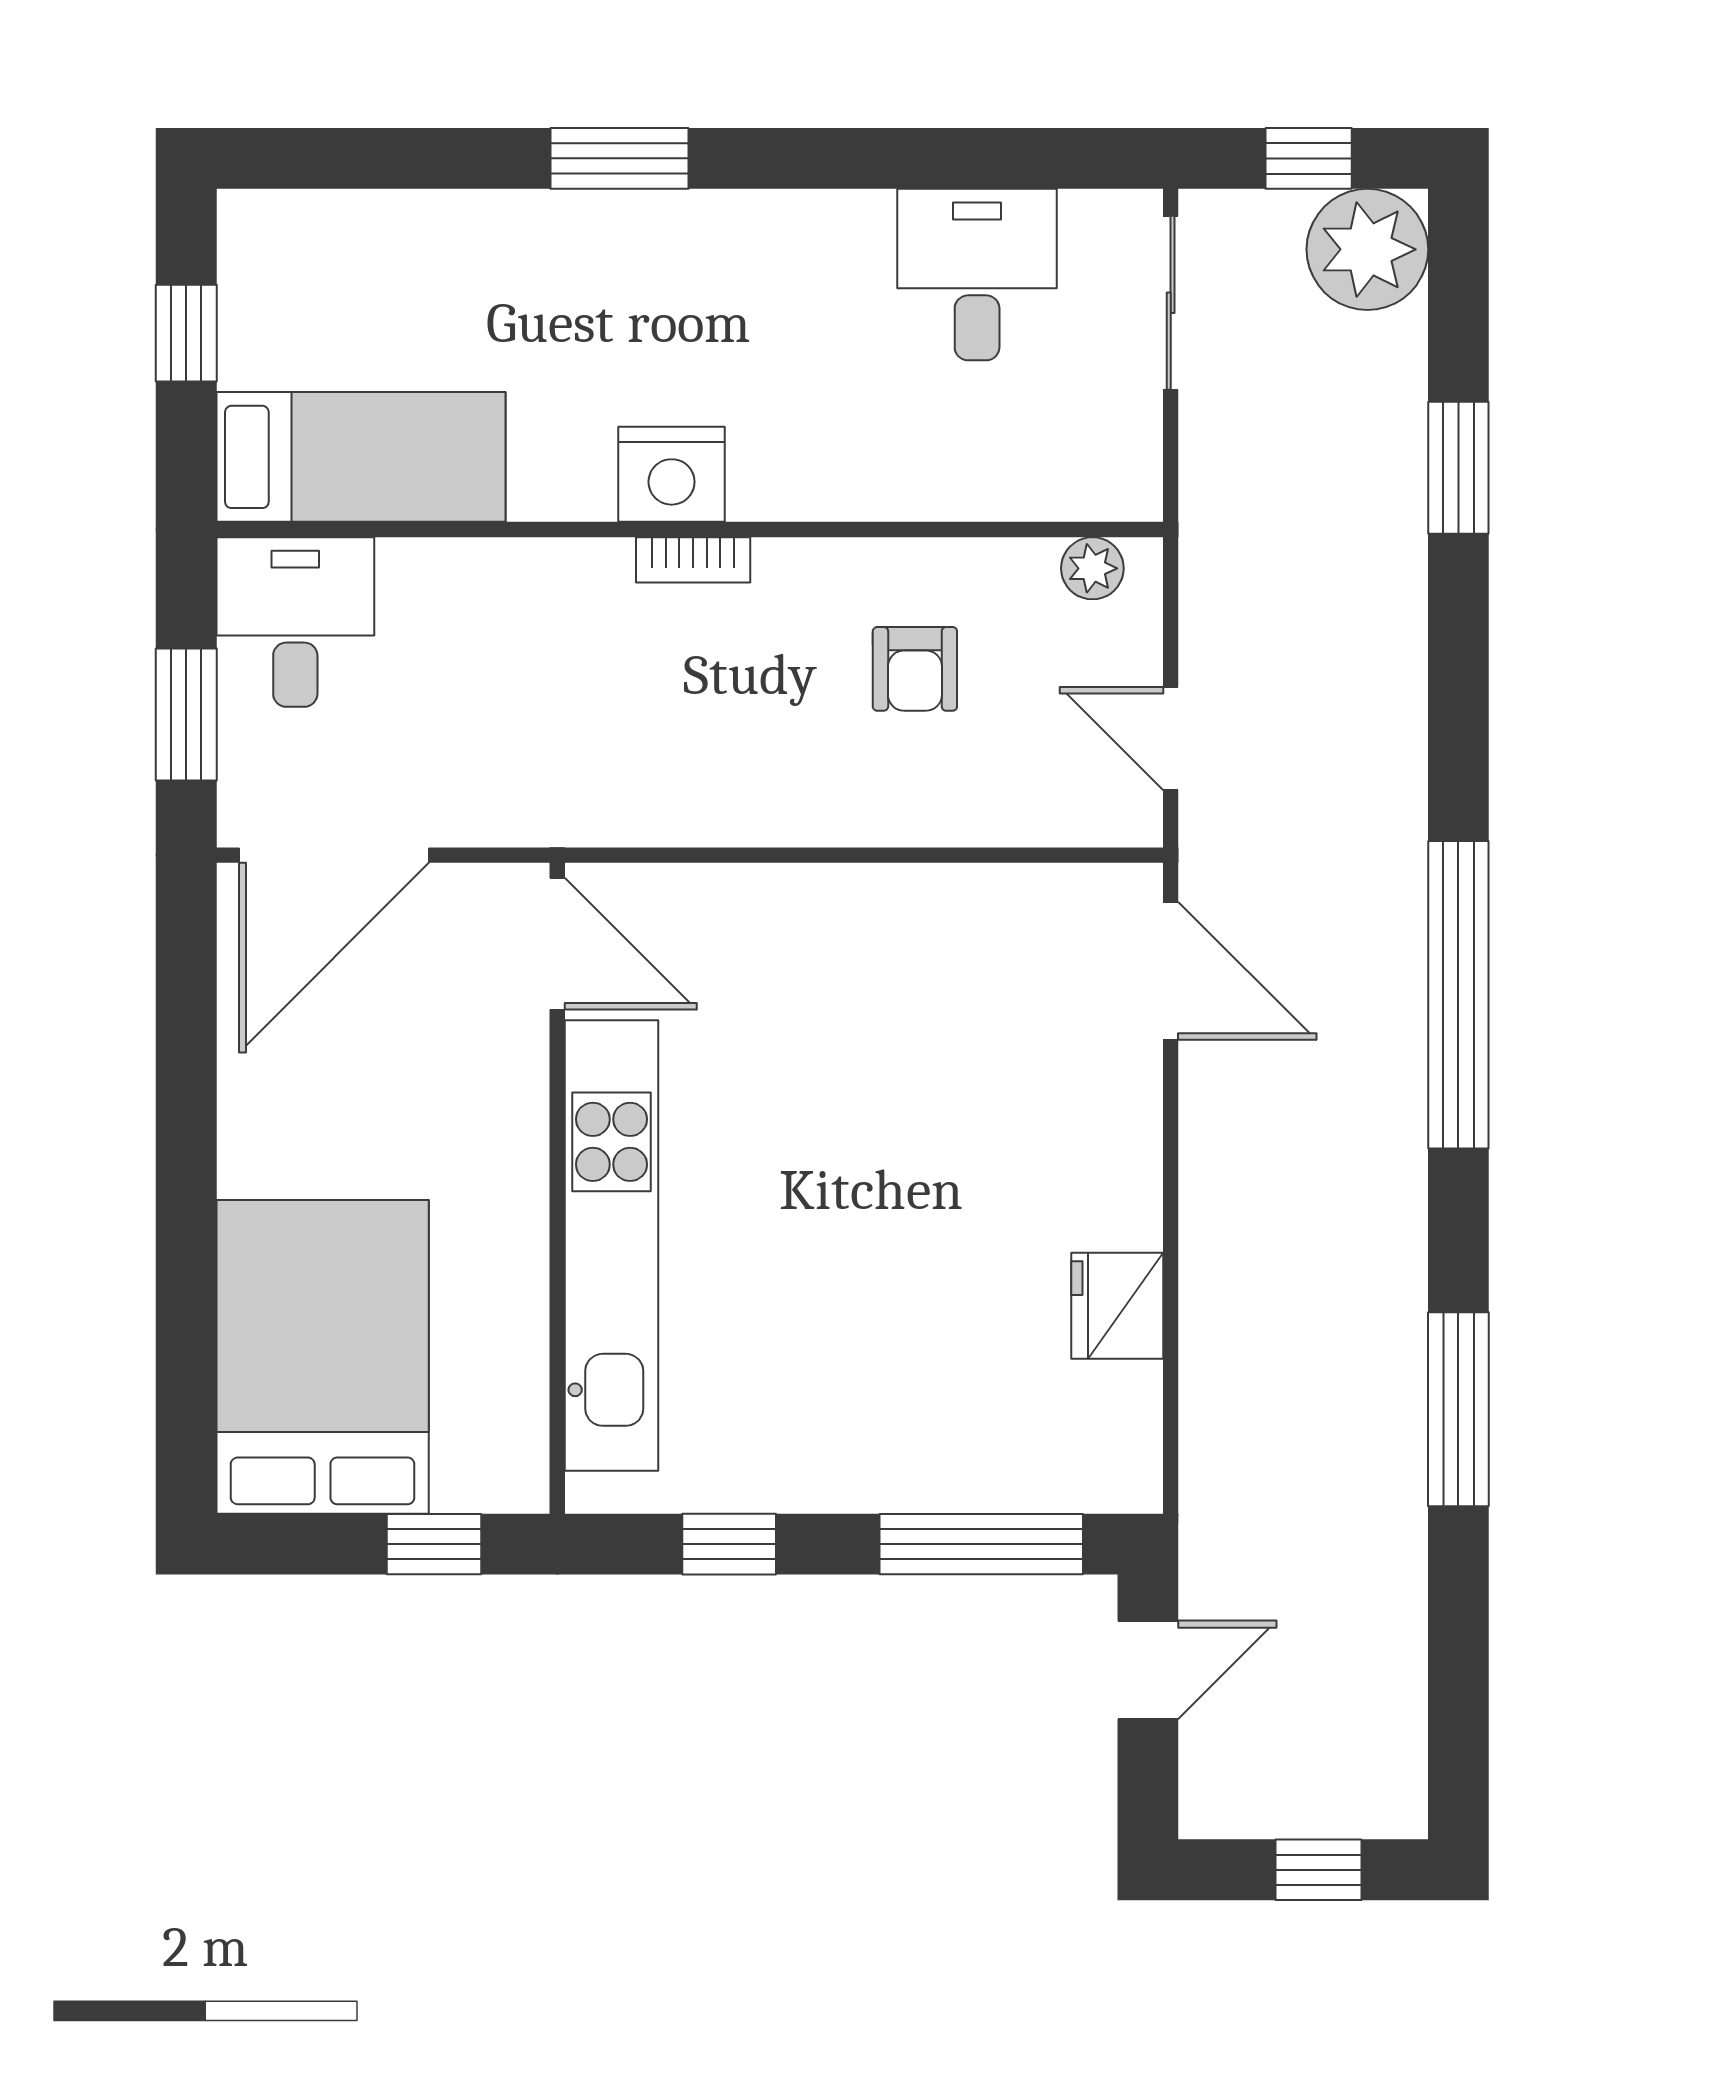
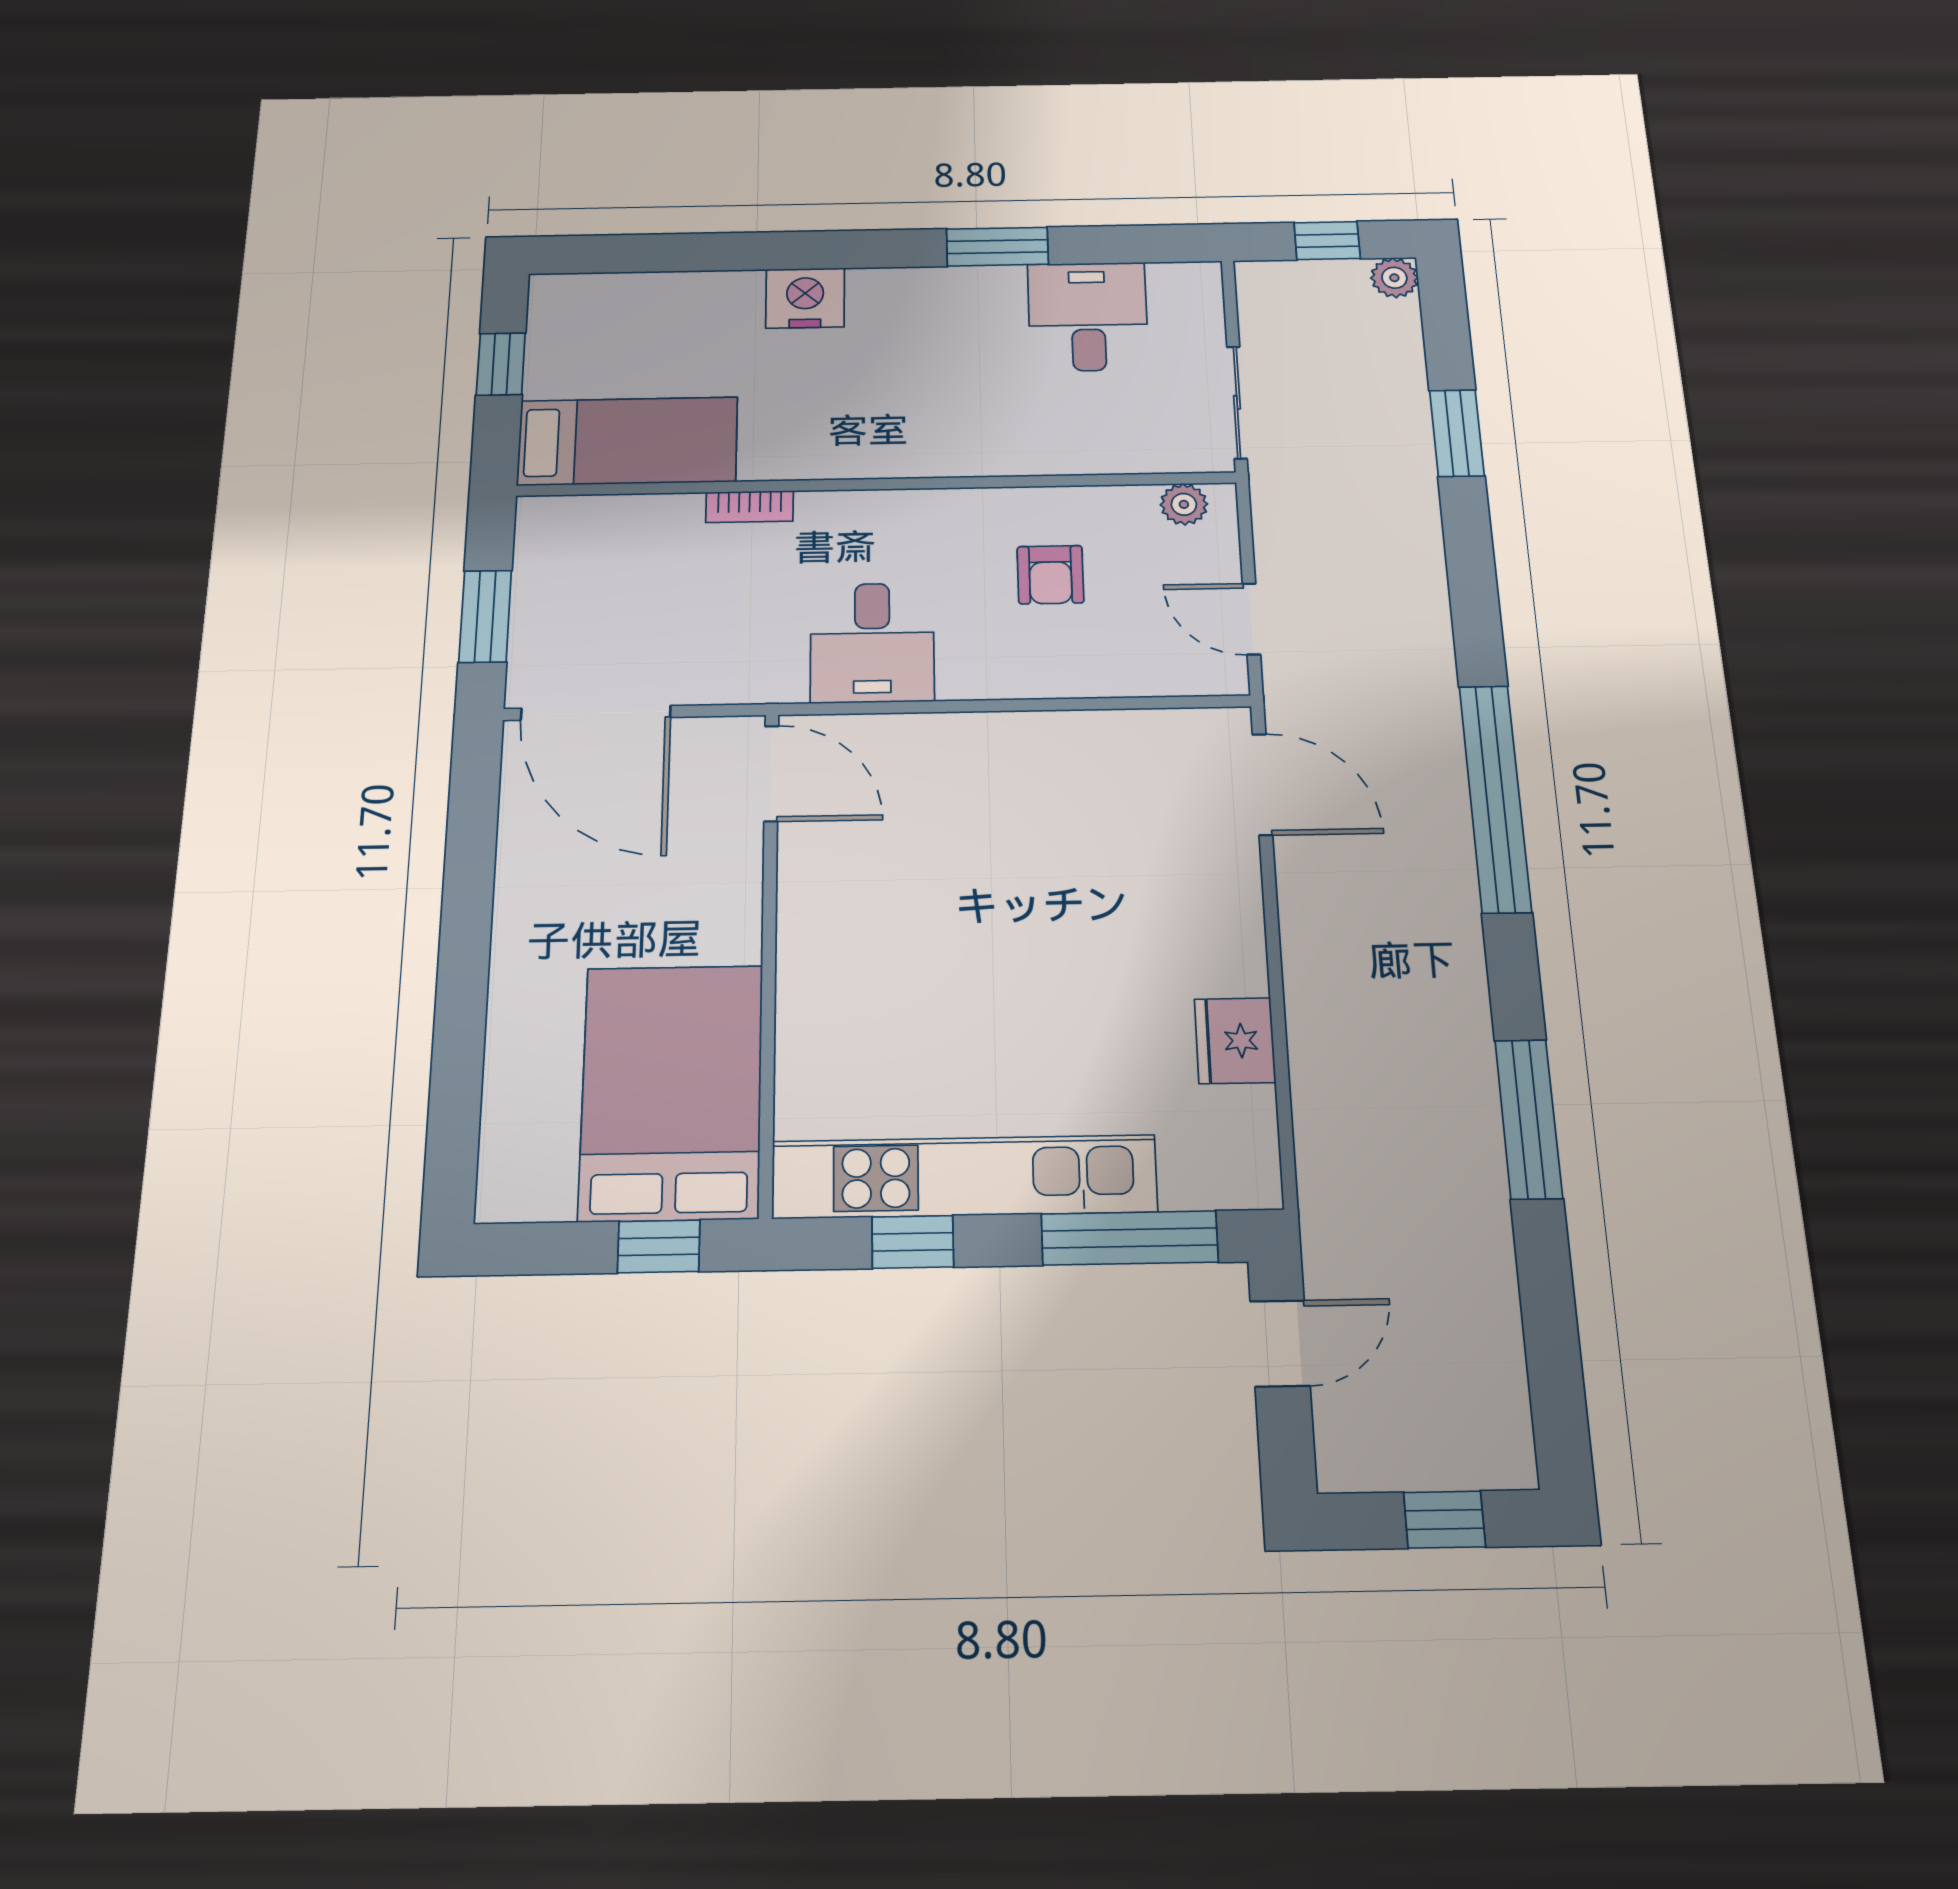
window: (619, 158) -> (997, 247), moved
plant: (1367, 249) -> (1394, 278), width x0.53, depth x0.53
sliding door: (1171, 303) -> (1237, 402), moved
nightstand: (672, 474) -> (805, 298), moved, turned 180
bookcase: (693, 560) -> (750, 507), moved
desk: (295, 622) -> (872, 643), moved, turned 180
door: (334, 855) -> (596, 713), hinge flipped
kitchen unit: (611, 1246) -> (964, 1177), moved, turned -90
bed: (323, 1357) -> (672, 1092), moved

